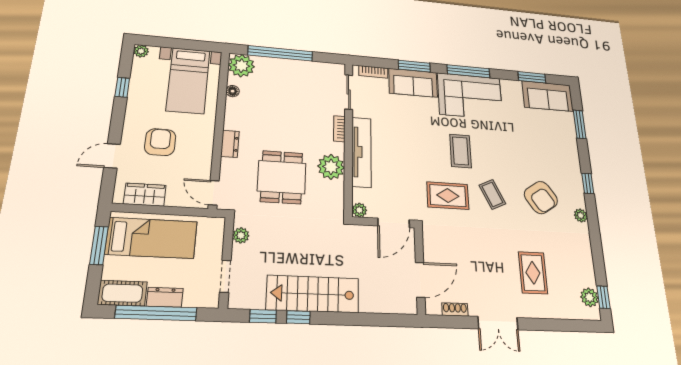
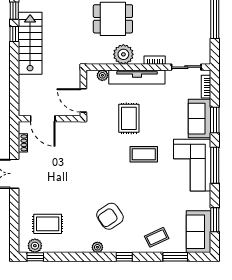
coffee table: (492, 194) -> (157, 237), moved
rug: (448, 196) -> (129, 118), moved
plant: (359, 210) -> (102, 75), moved
rug: (533, 273) -> (48, 224), moved

